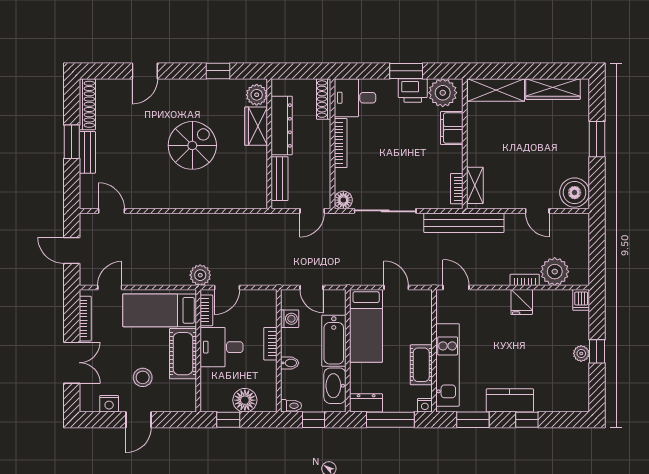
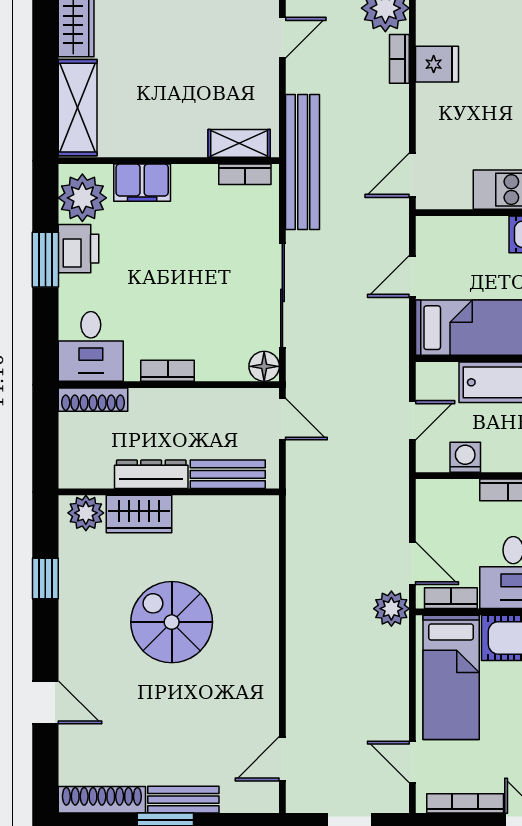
dresser: (282, 126) -> (151, 474), width x0.73, depth x0.80
bookcase: (341, 143) -> (168, 371), width x0.64

